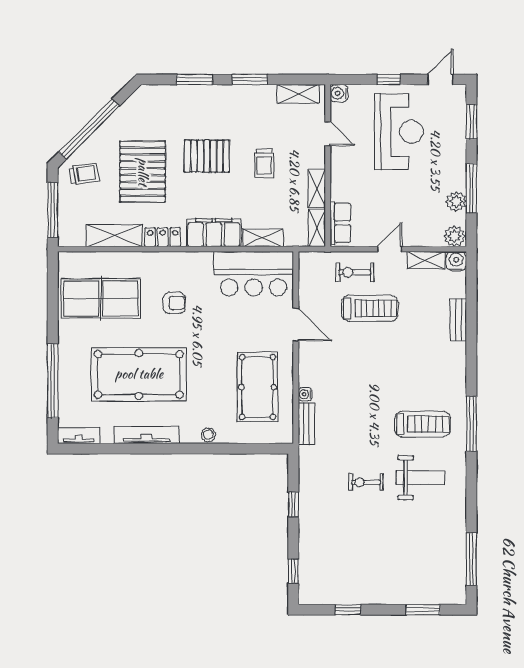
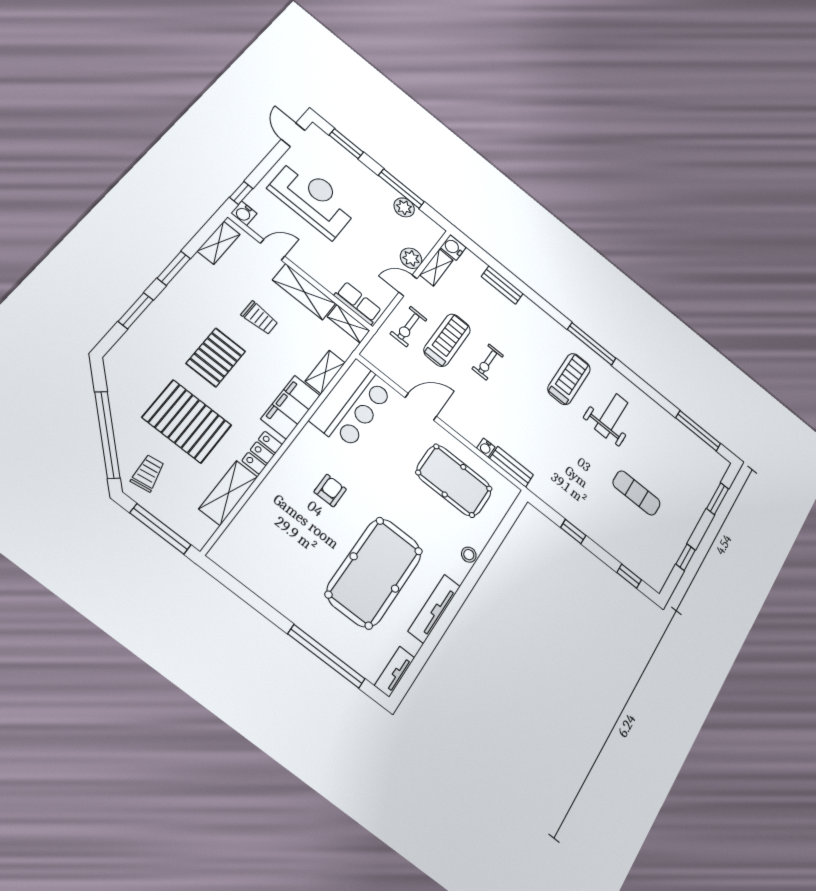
window: (389, 80) -> (241, 193), moved
shelving: (317, 188) -> (304, 292), width x1.50, depth x1.33
plant: (454, 236) -> (411, 258), moved
door: (390, 249) -> (408, 285), hinge flipped
table tennis table: (101, 298) -> (279, 551), removed
exercise bike: (366, 482) -> (488, 362), moved
exercise mat: (370, 537) -> (636, 493), added

